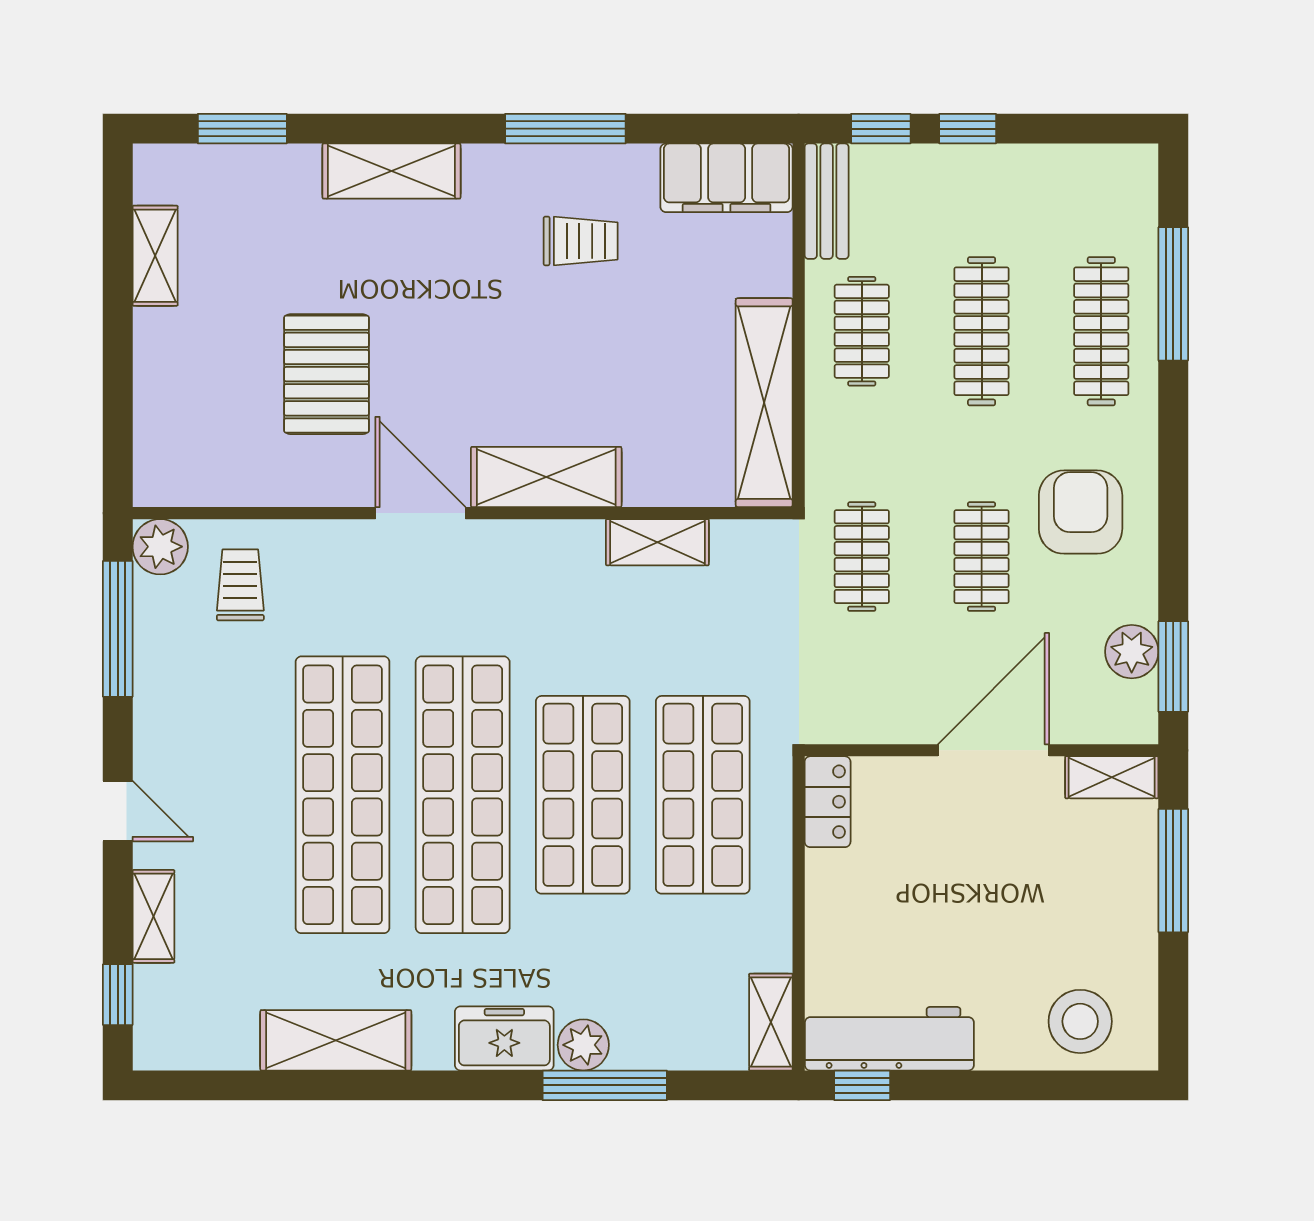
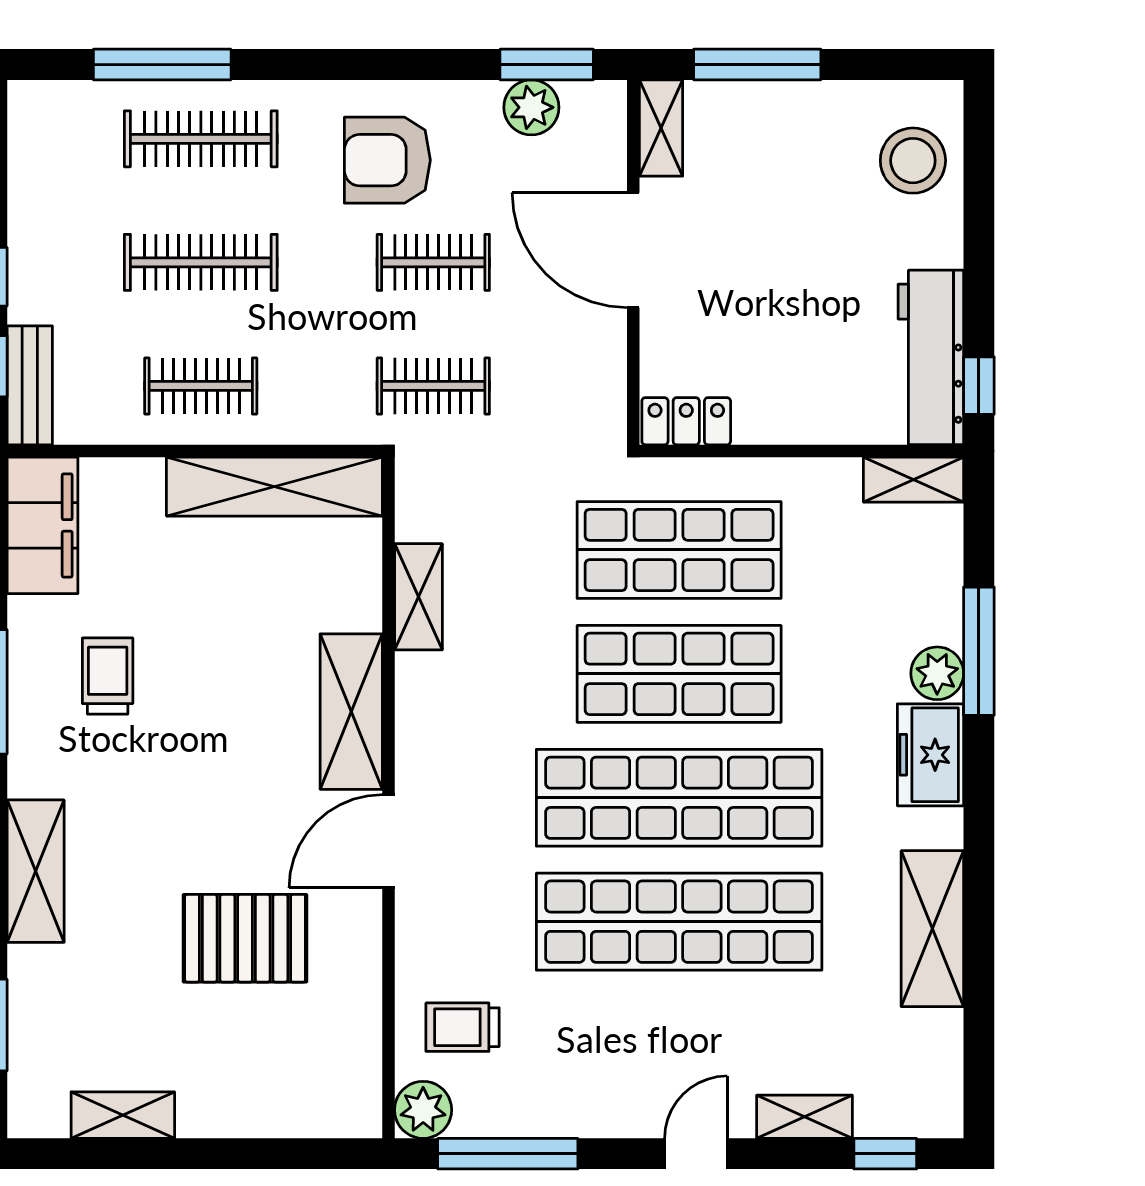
bench: (827, 201) -> (30, 385), moved, turned 90

